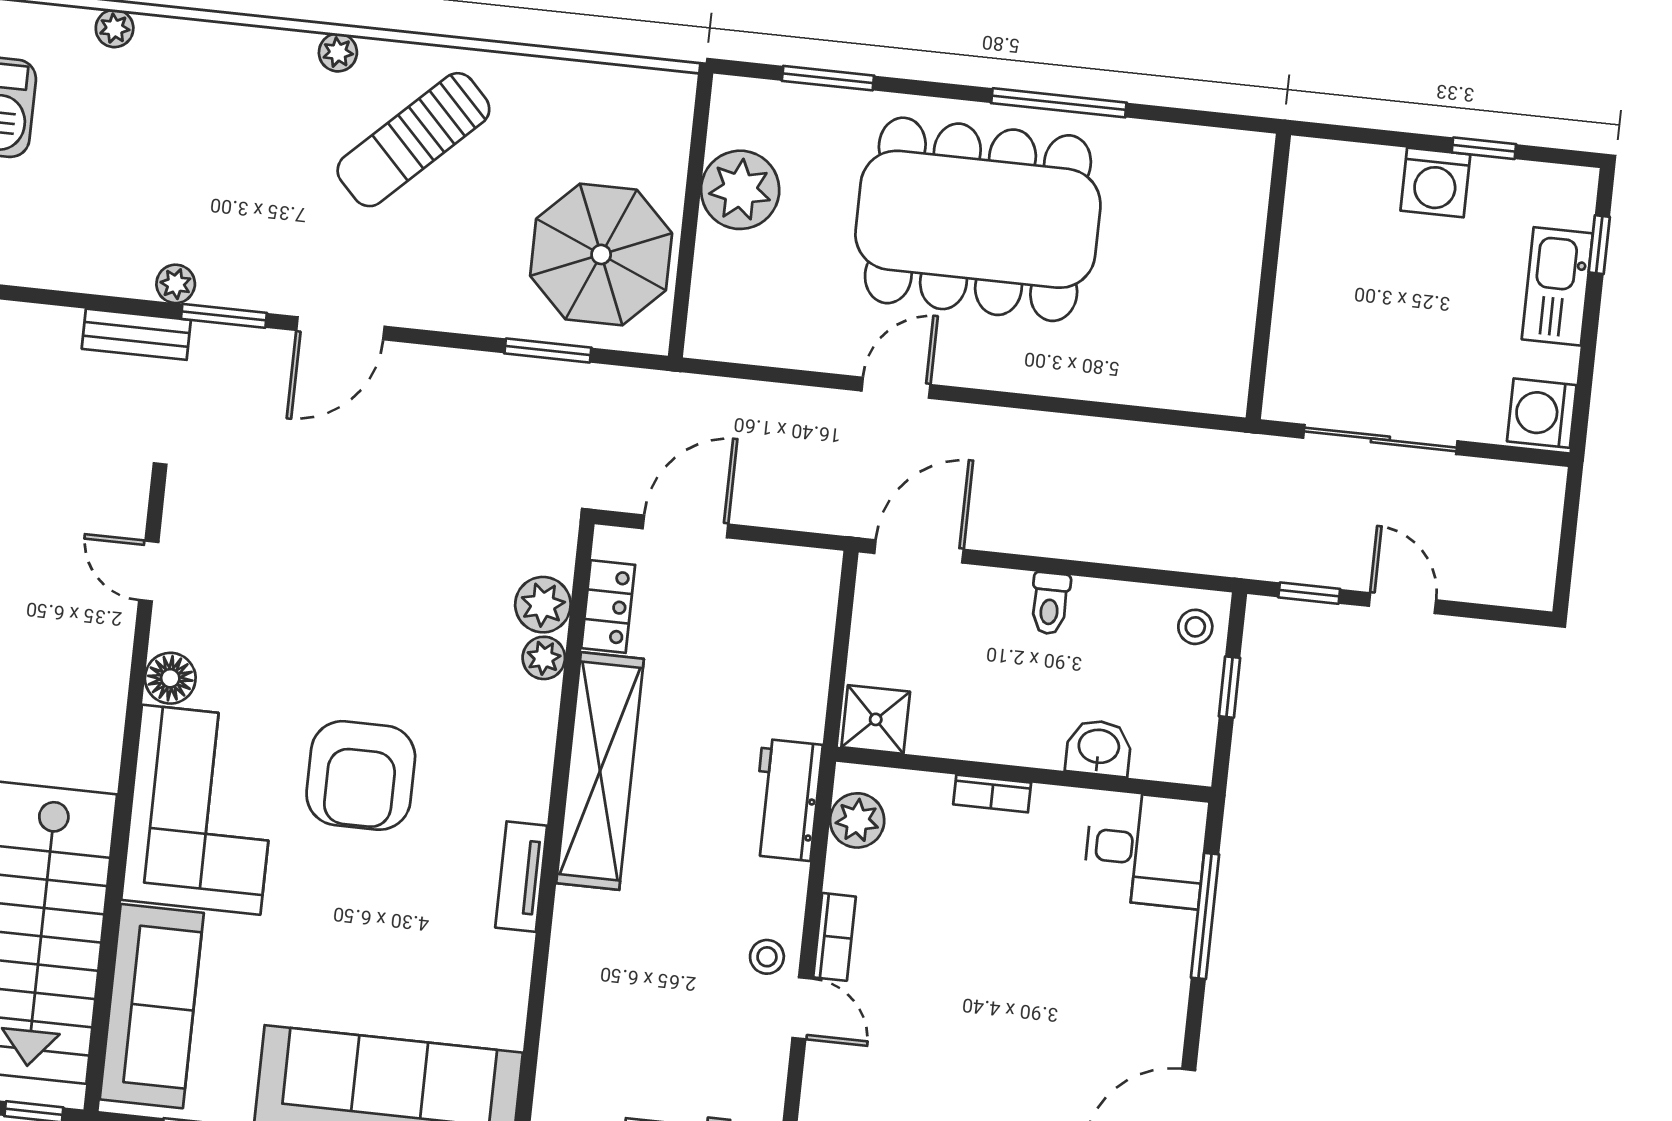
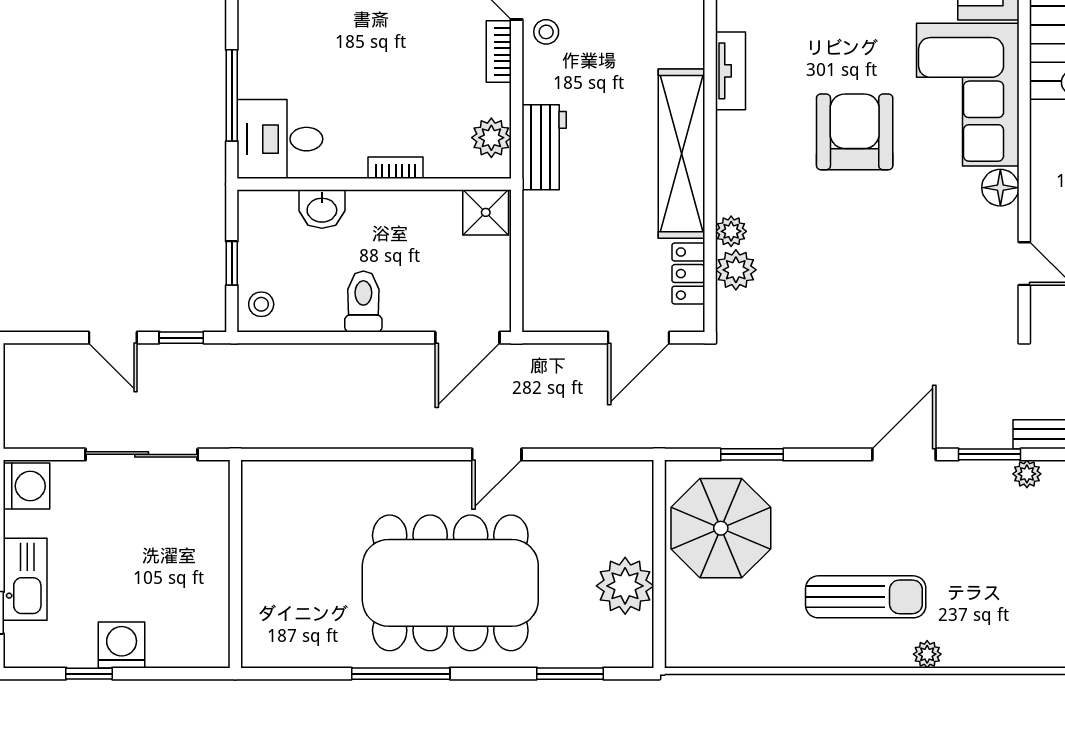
sun lounger: (413, 140) -> (866, 597), turned 44
toilet: (1050, 603) -> (363, 301), width x1.37, depth x1.39

